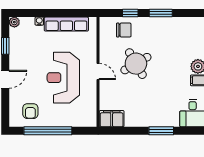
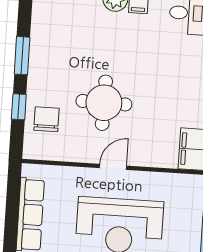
round table: (136, 64) -> (104, 103), turned 31

